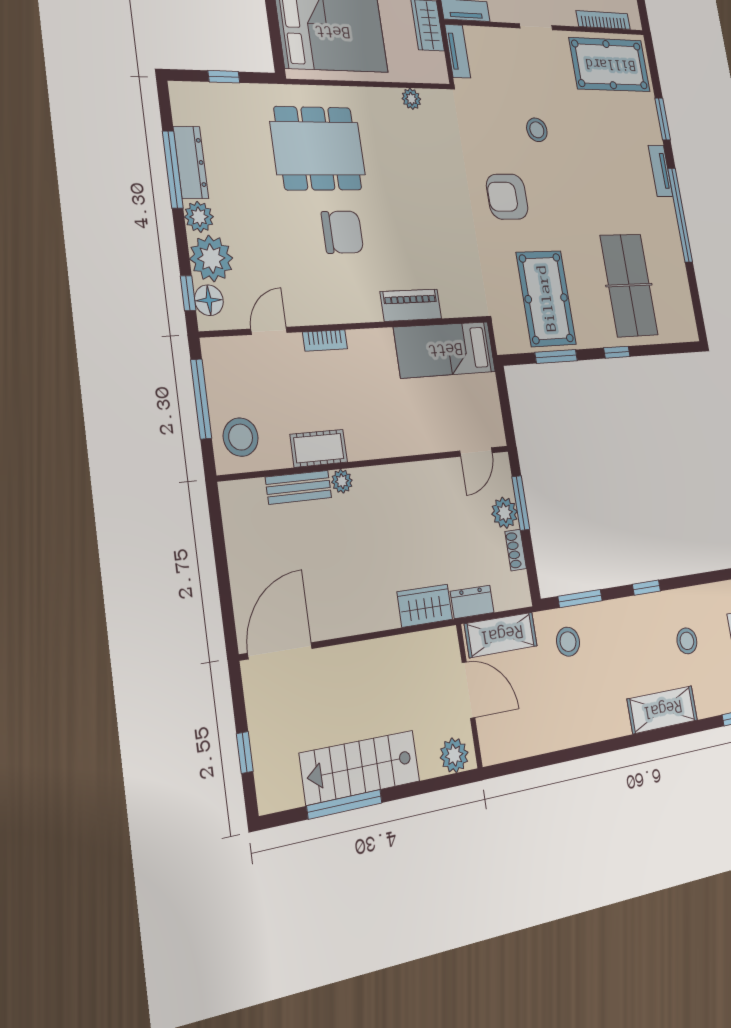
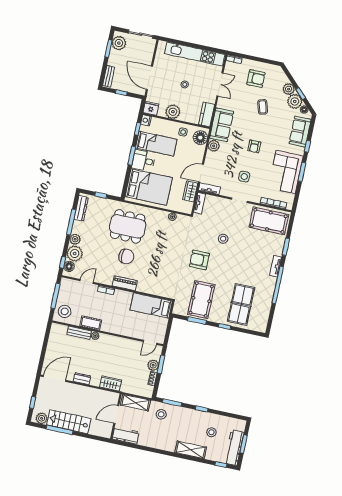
dresser: (191, 162) -> (81, 208), moved
piano: (411, 305) -> (125, 283), moved
dresser: (472, 602) -> (82, 379), moved
door: (468, 690) -> (116, 415), swing flipped
workbench: (510, 740) -> (126, 435), added
plant: (454, 755) -> (42, 418), moved

